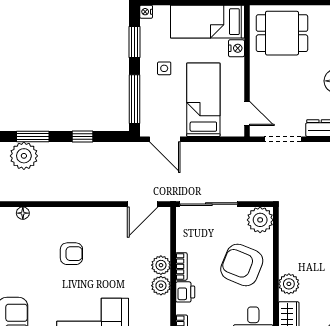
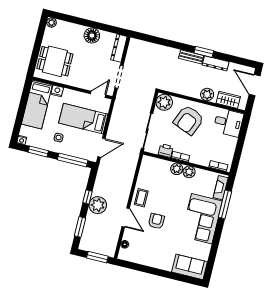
dining table: (282, 33) -> (55, 61), turned 90
plant: (24, 156) -> (98, 205), moved
door: (143, 204) -> (126, 217), moved
coffee table: (102, 221) -> (141, 198), added
printer: (185, 292) -> (166, 151), moved

